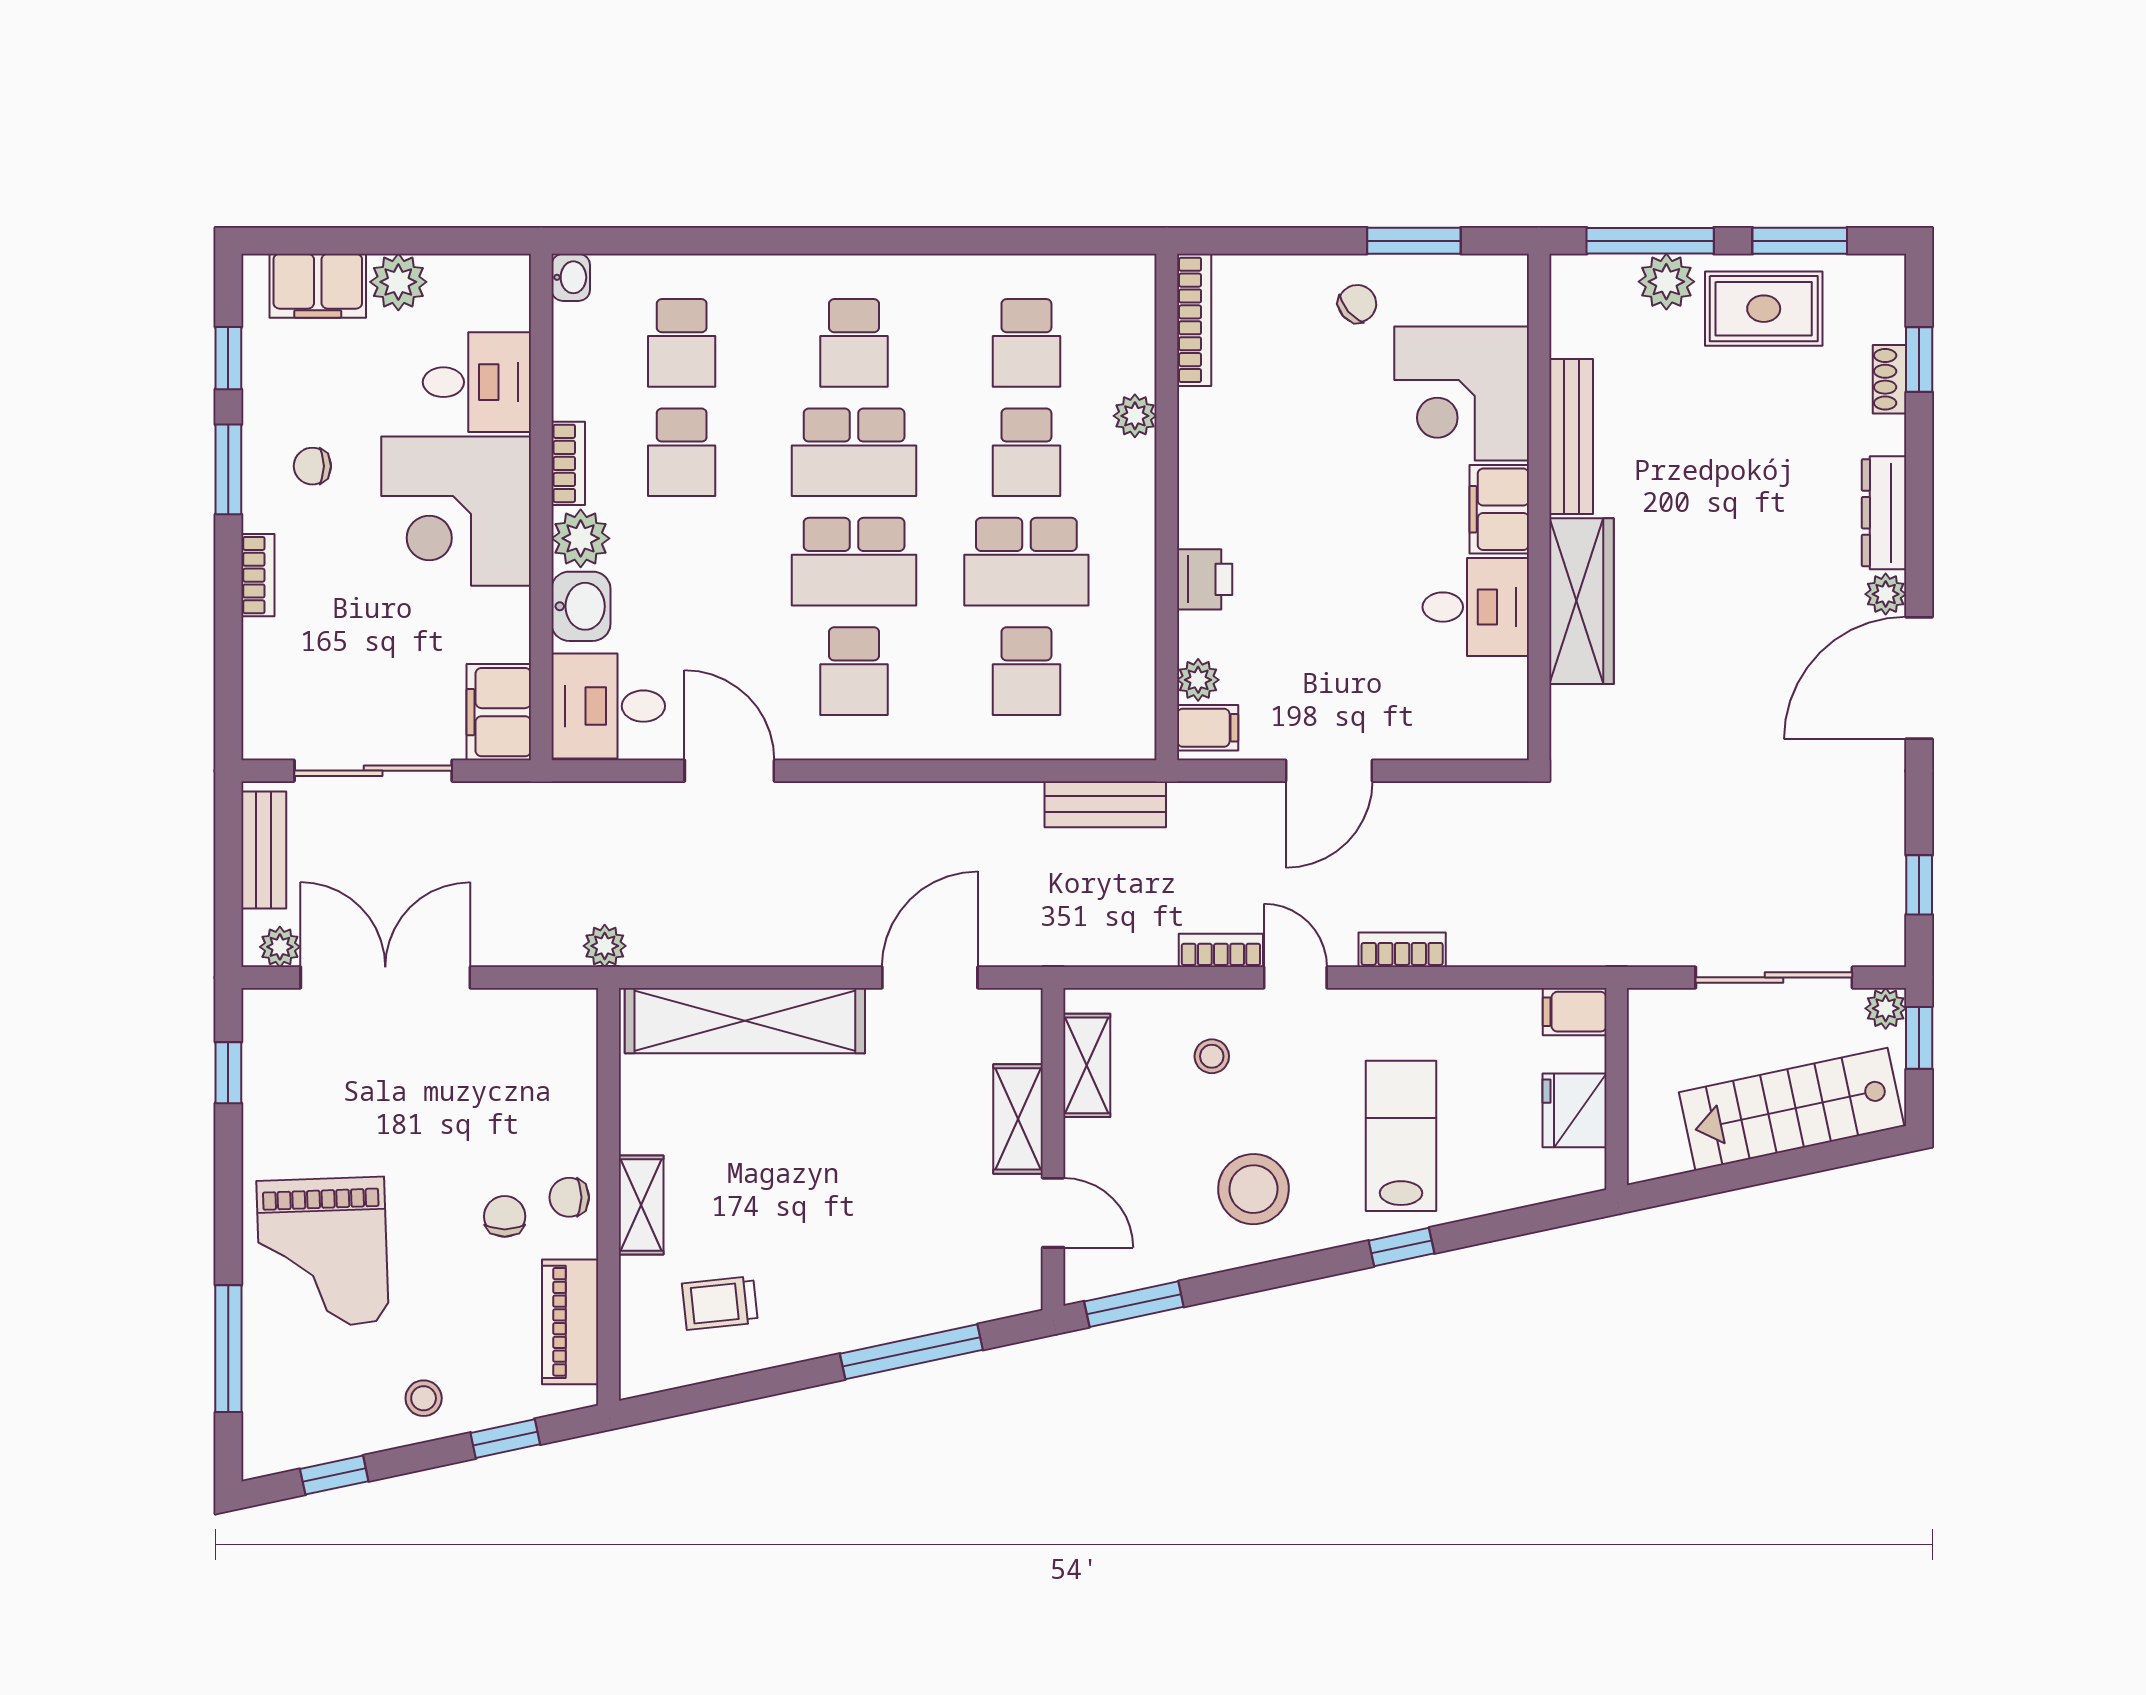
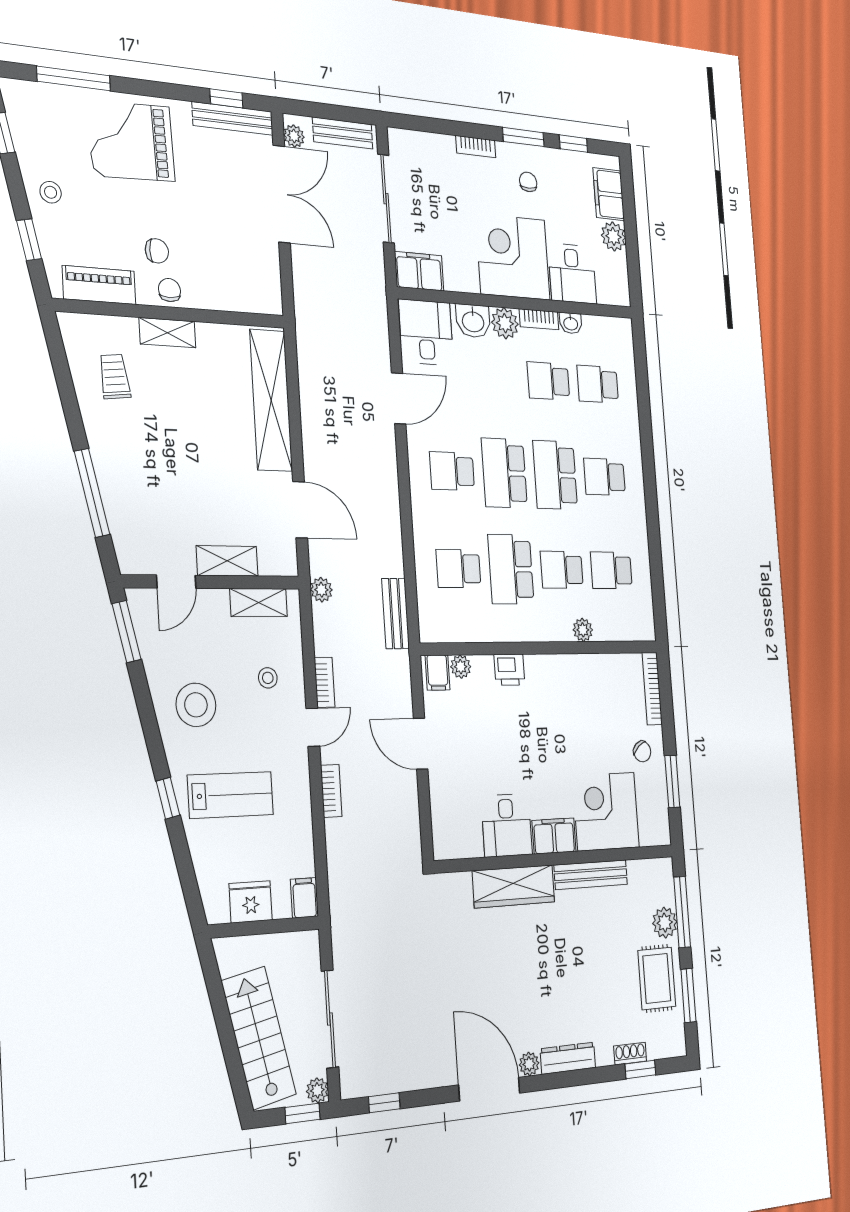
washbasin: (571, 277) -> (571, 323), moved
bookcase: (1194, 320) -> (652, 689), moved, turned 90
plant: (605, 946) -> (321, 590), moved
bench: (262, 1063) -> (233, 118), added

